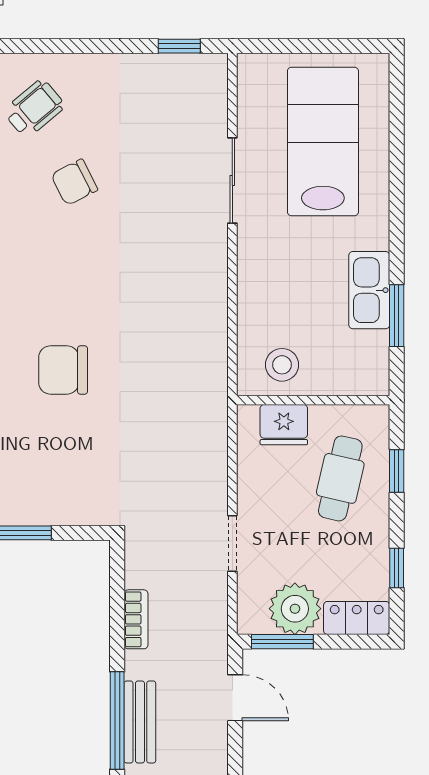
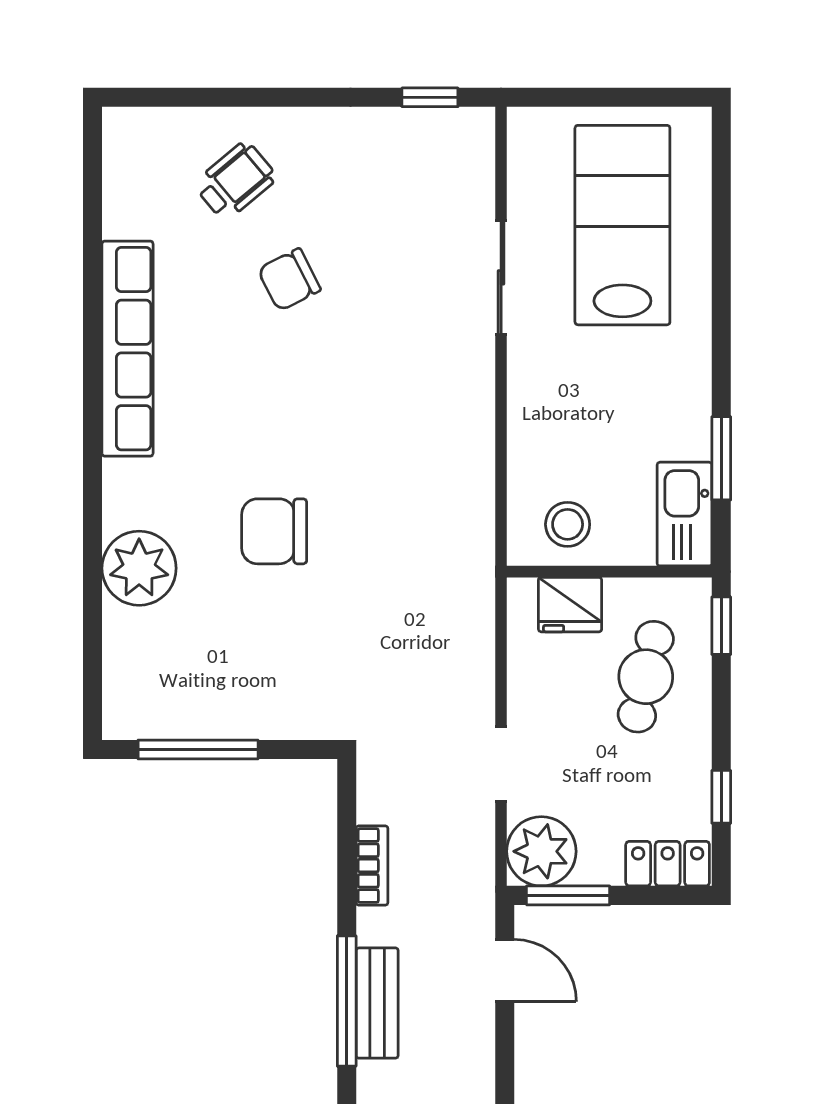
kitchen sink: (369, 290) -> (684, 514), moved
window: (397, 471) -> (721, 626), moved
plant: (295, 609) -> (541, 851), moved

